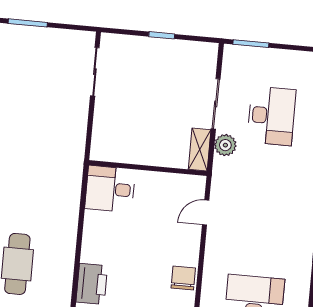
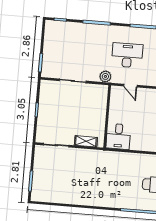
desk: (271, 116) -> (127, 55), moved
plant: (225, 145) -> (105, 76), moved
shelving: (200, 150) -> (86, 141), moved

